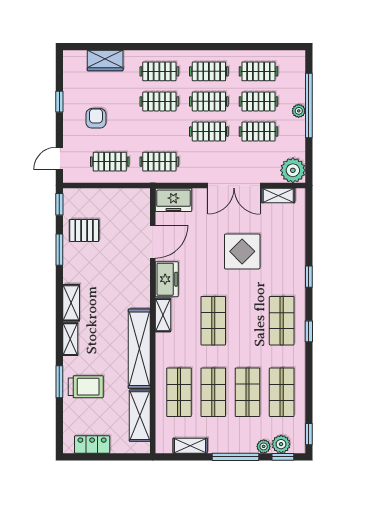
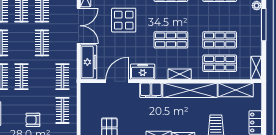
clothes rail: (209, 101) -> (21, 43), removed
freezer: (173, 200) -> (89, 62), width x1.40
door: (153, 242) -> (117, 81), hinge flipped
filing cabinet: (139, 291) -> (151, 90), added
shelving: (163, 315) -> (180, 74), moved
shop shelf: (247, 392) -> (220, 17), removed
shelving: (190, 446) -> (256, 68), moved

